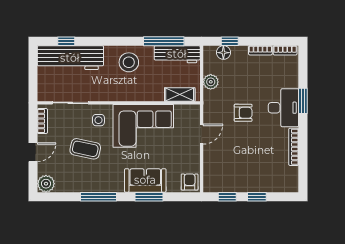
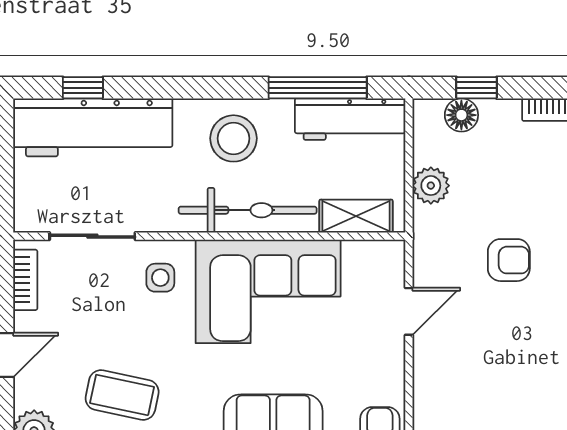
bicycle: (135, 92) -> (248, 210), added
coffee table: (85, 149) -> (122, 395), moved

